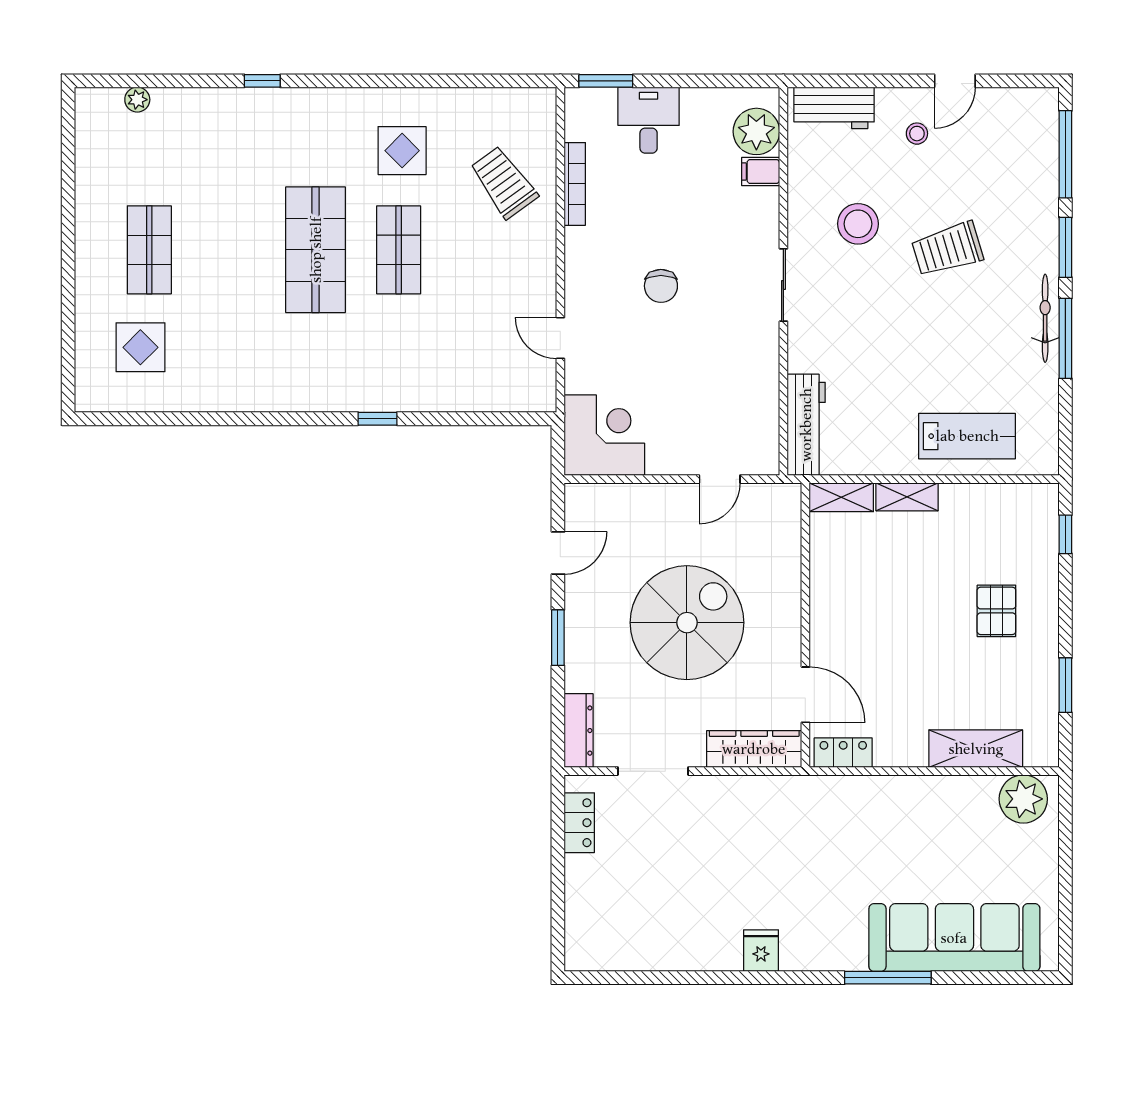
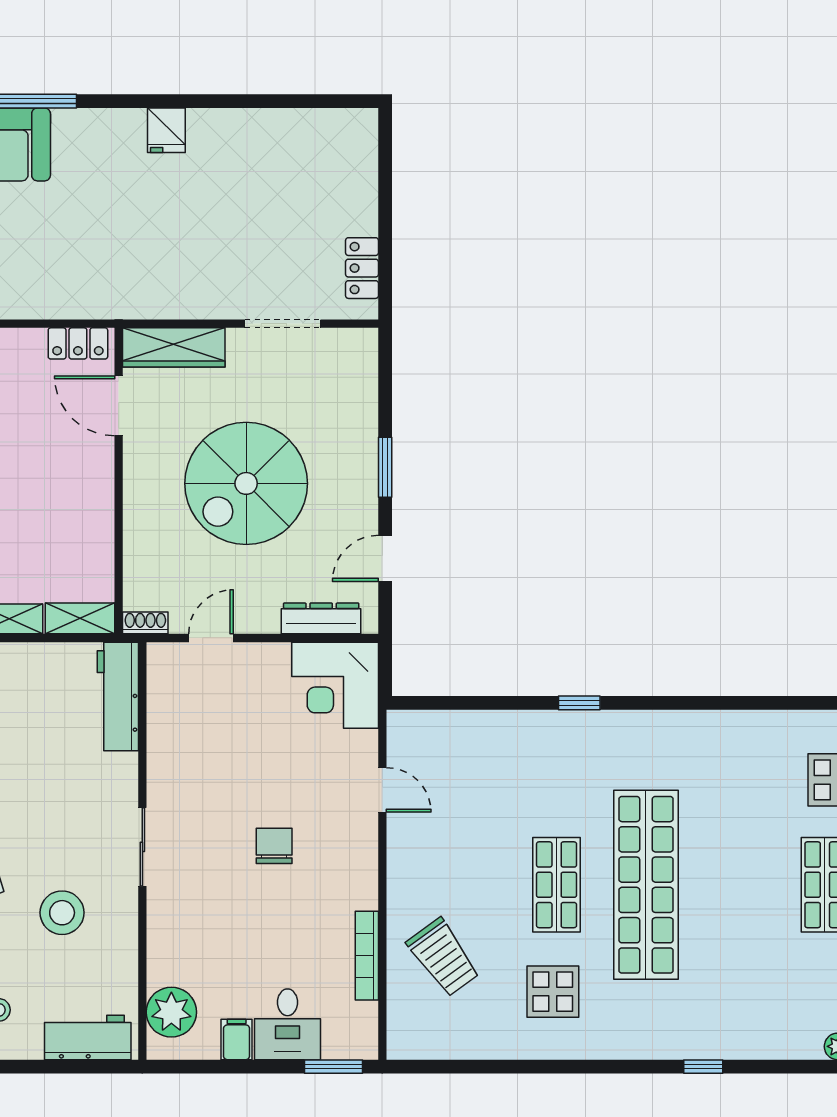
filing cabinet: (761, 171) -> (237, 1039), moved, turned -90
shop shelf: (316, 250) -> (646, 885), width x1.40
shoe rack: (781, 493) -> (145, 623), added
dresser: (579, 731) -> (321, 618), moved, turned 90

